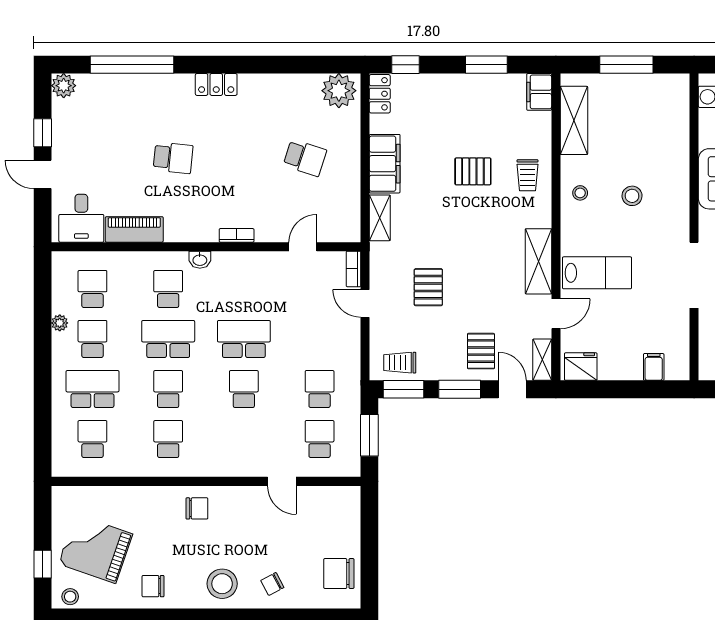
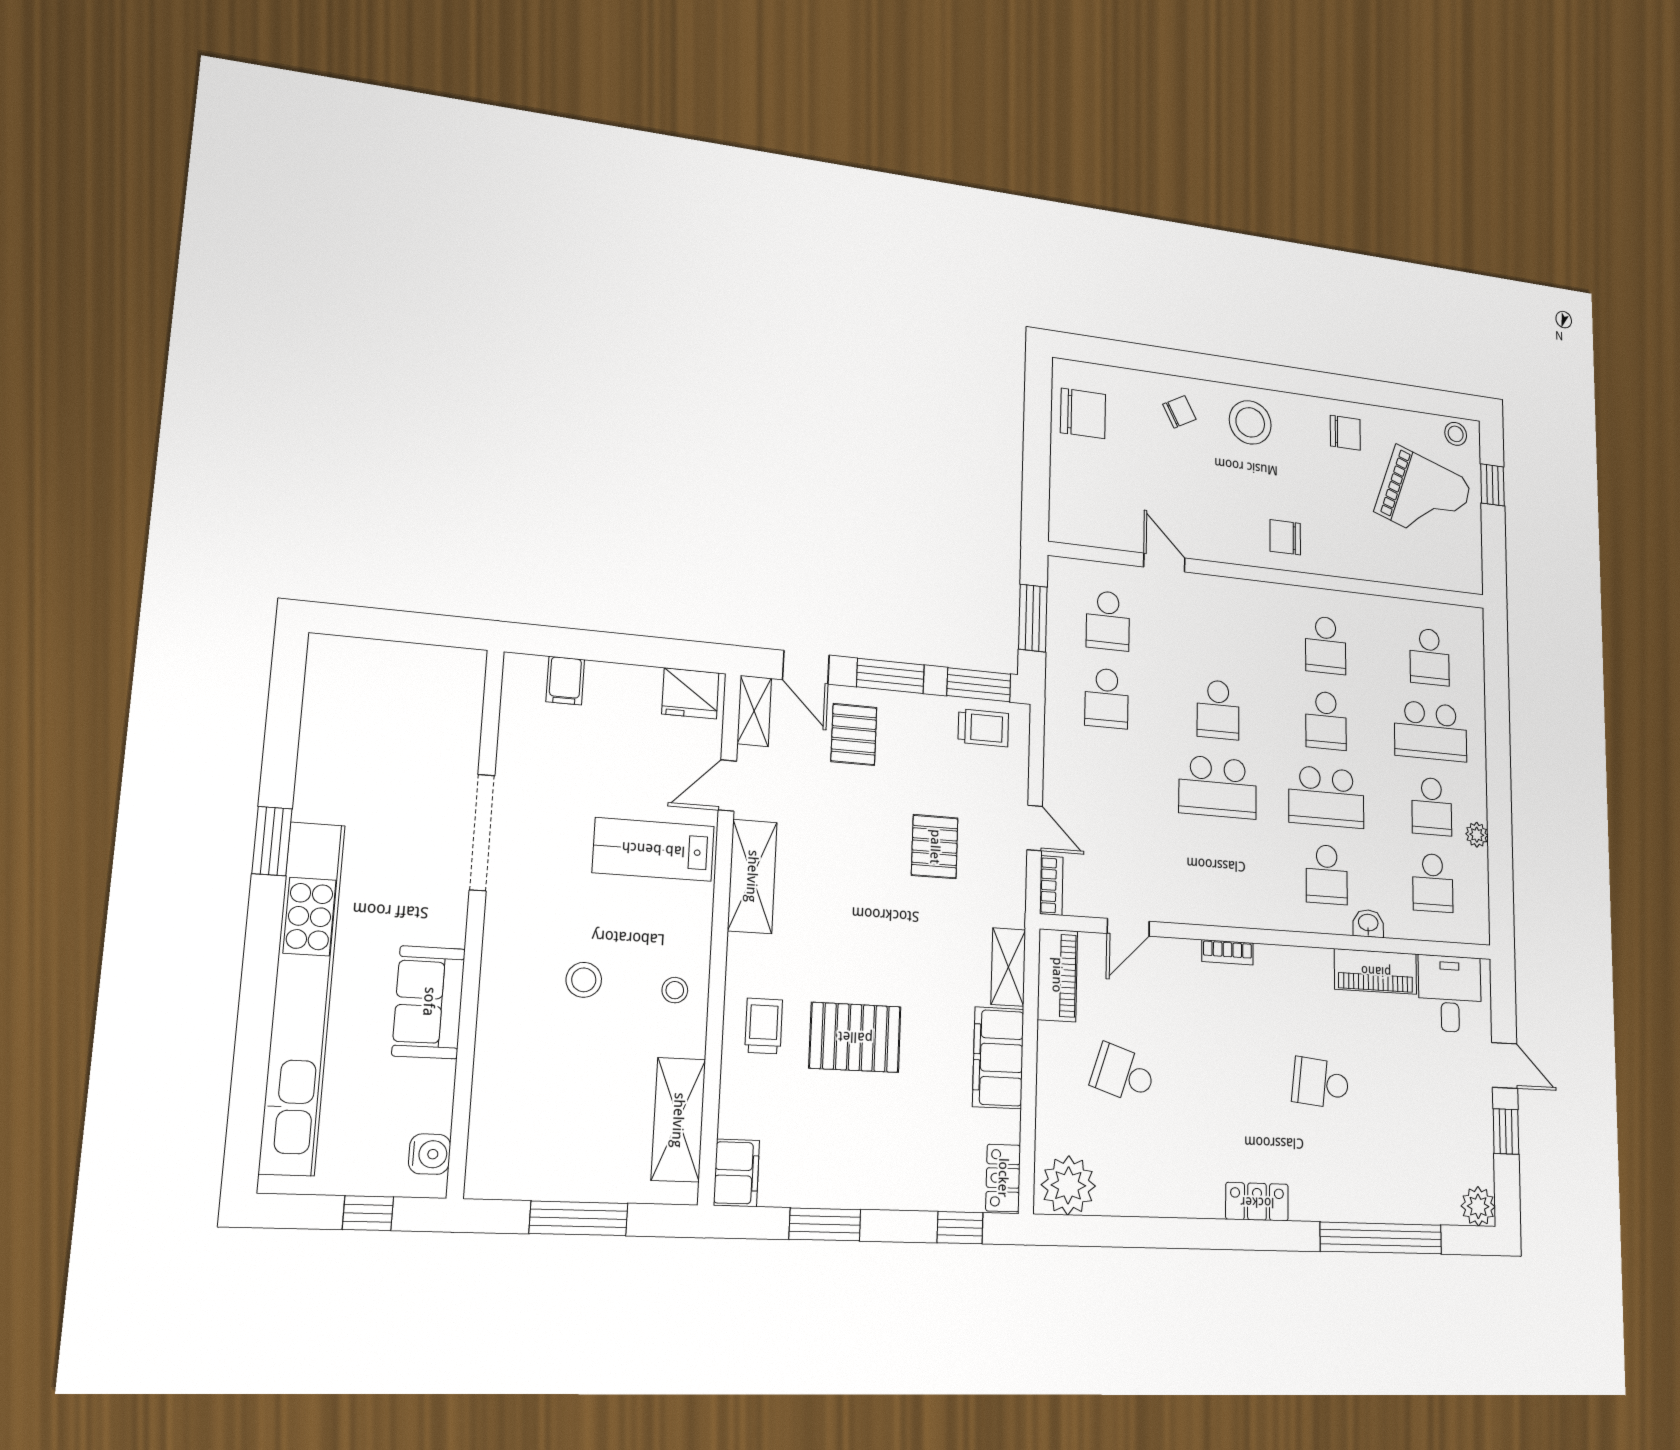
pallet: (473, 171) -> (855, 1037), width x1.50, depth x1.42
piano: (348, 215) -> (1057, 975), added
washbasin: (200, 260) -> (1368, 923), moved

